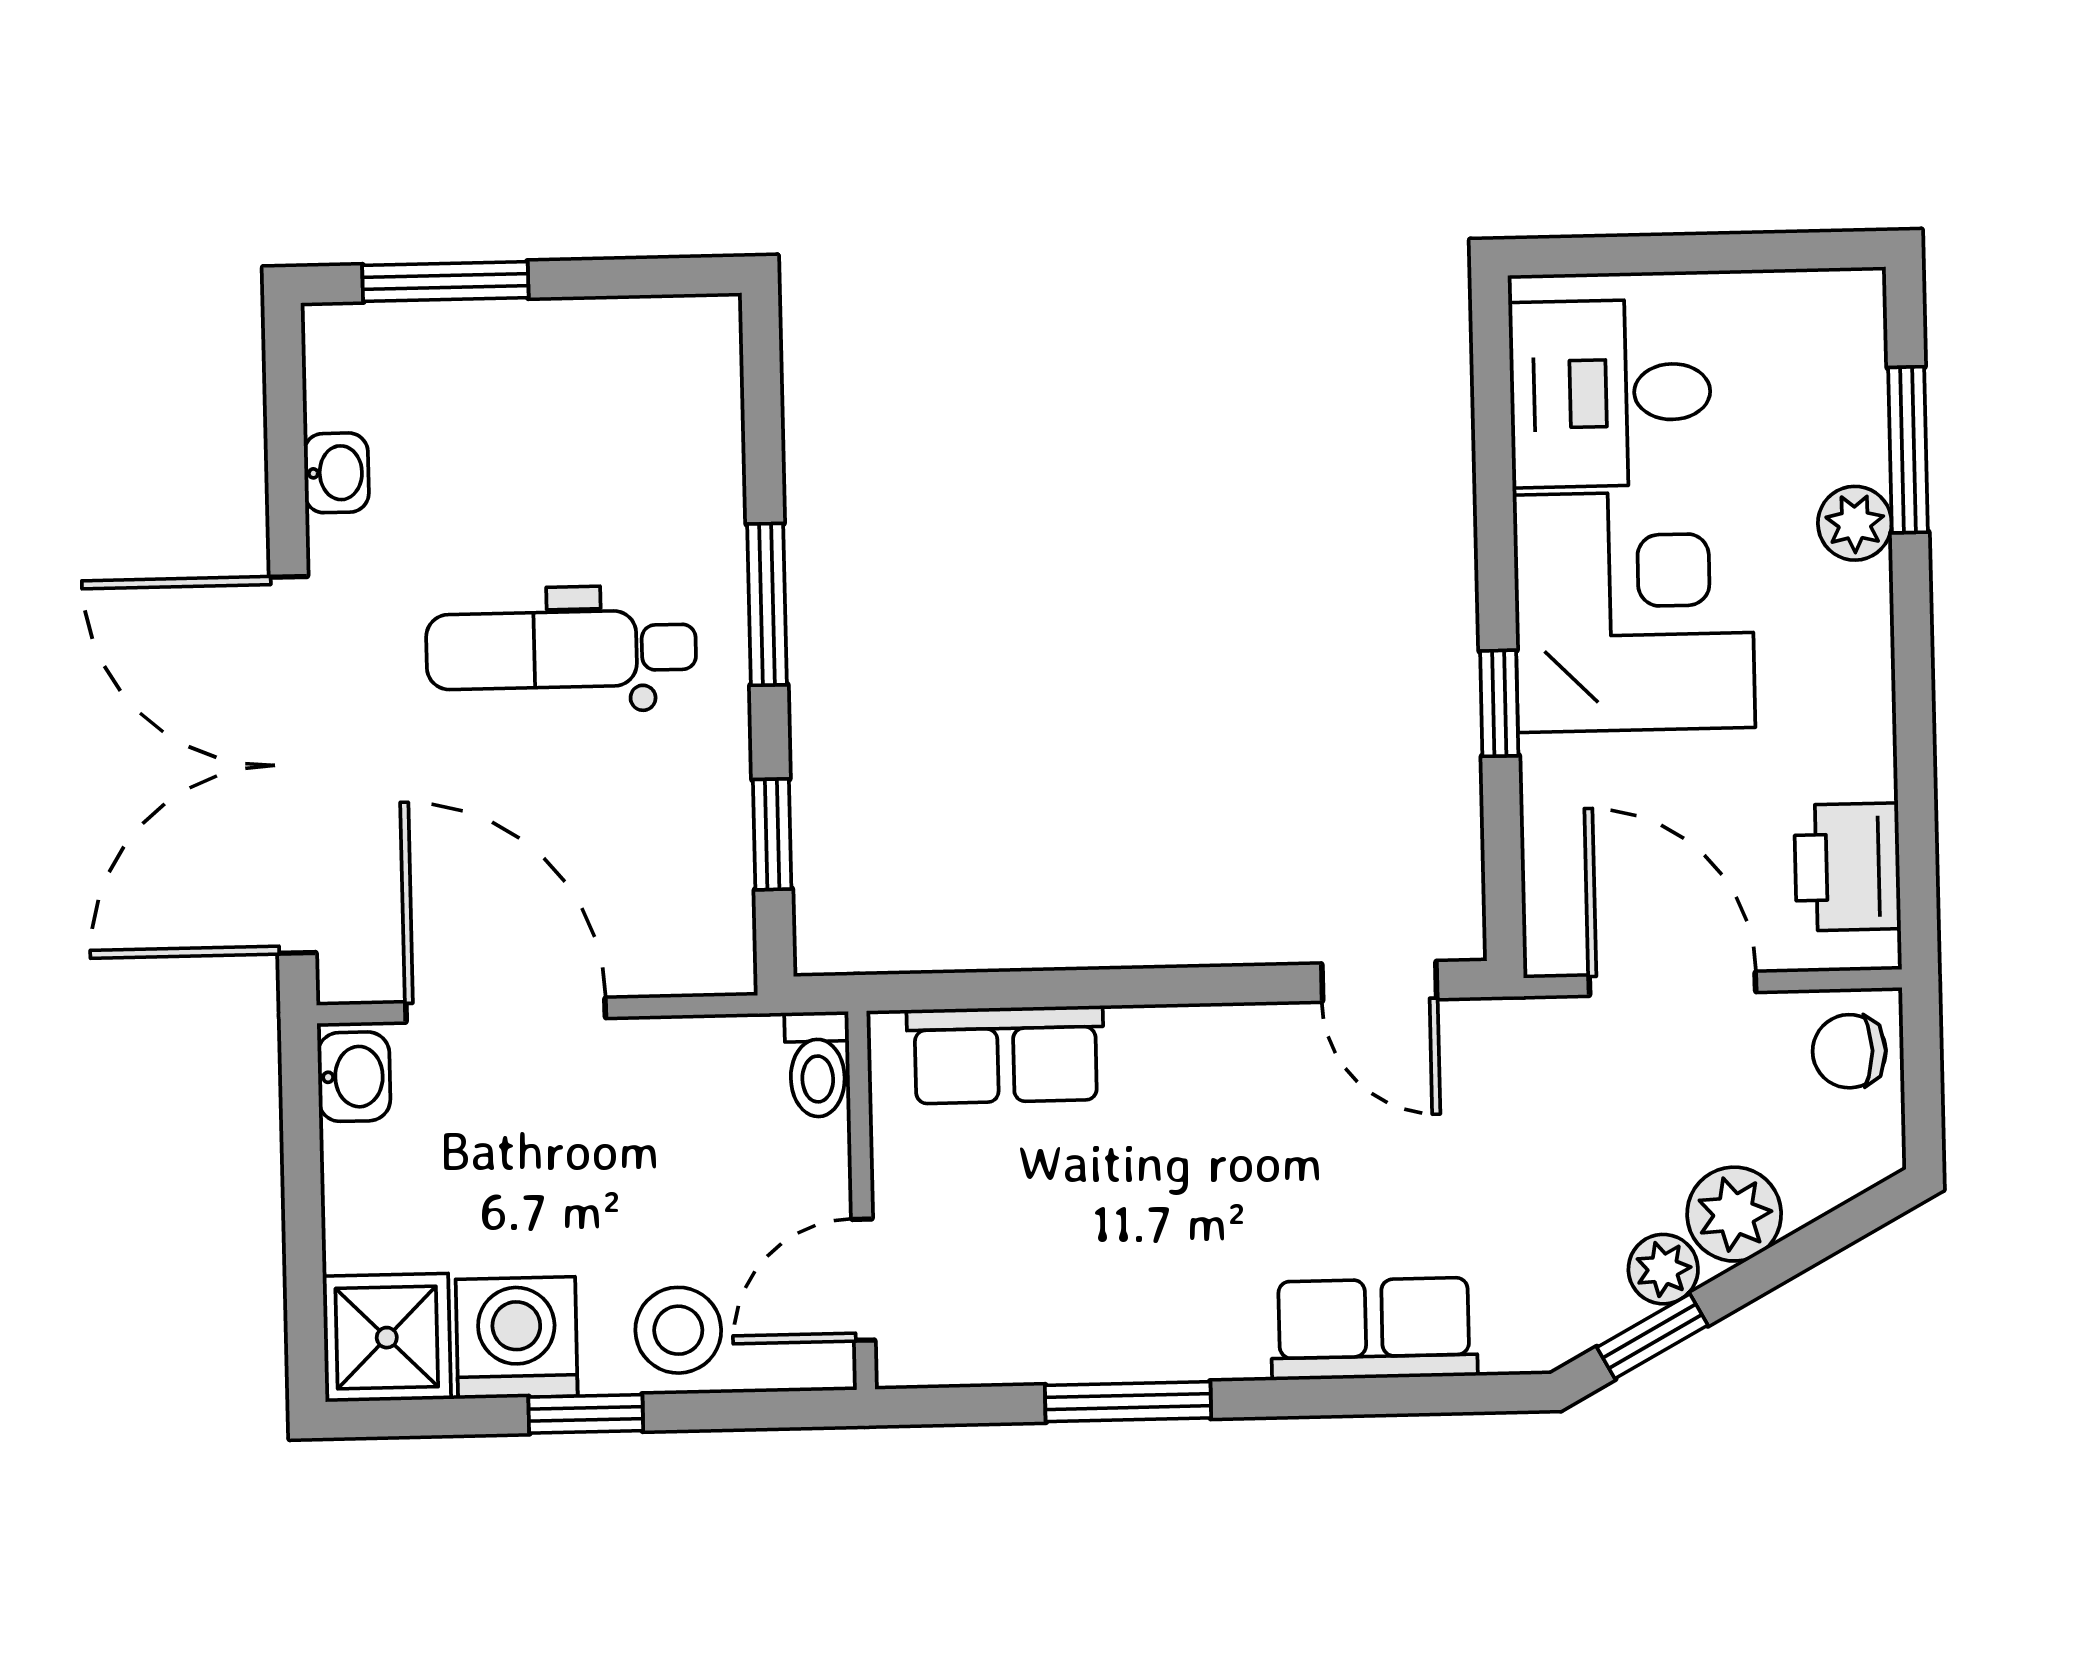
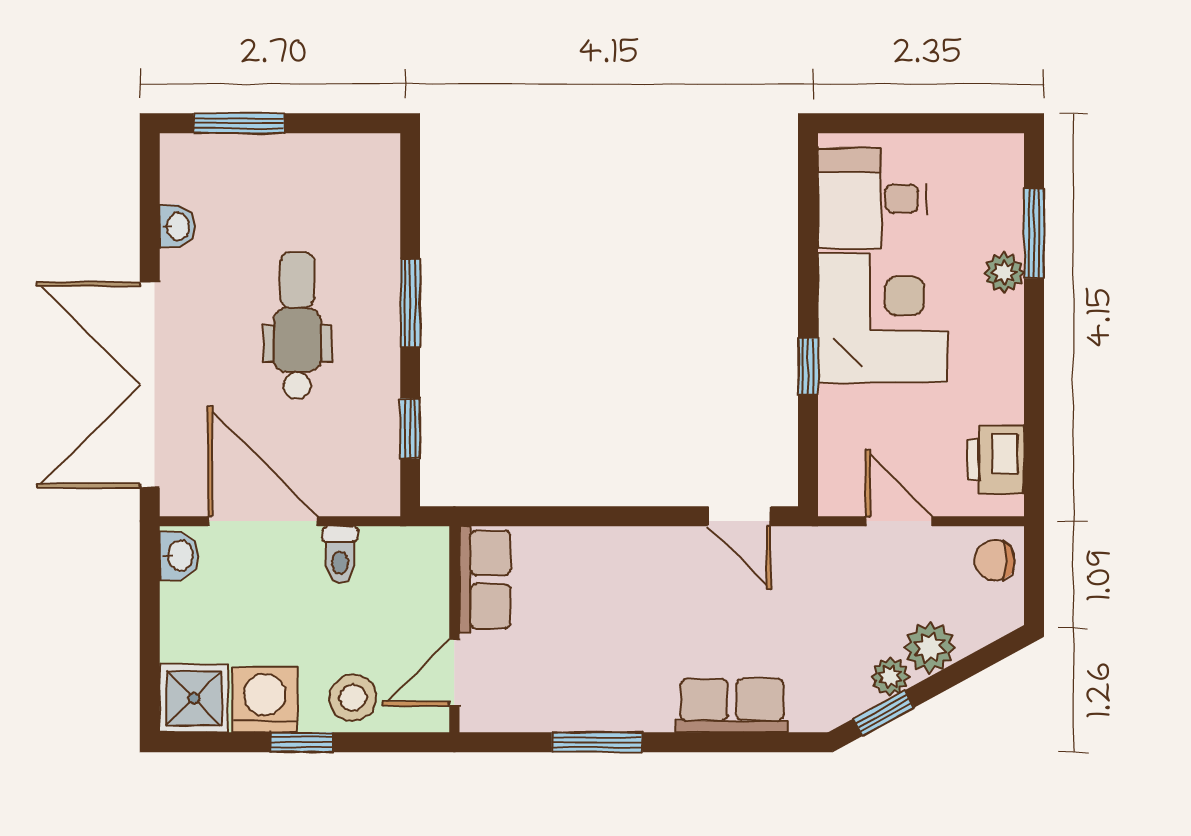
dental chair: (561, 650) -> (297, 325), turned 90
door: (1672, 984) -> (899, 521), width x0.73
row of seats: (1006, 1055) -> (485, 580), moved, turned -90
toilet: (817, 1064) -> (340, 555), moved

